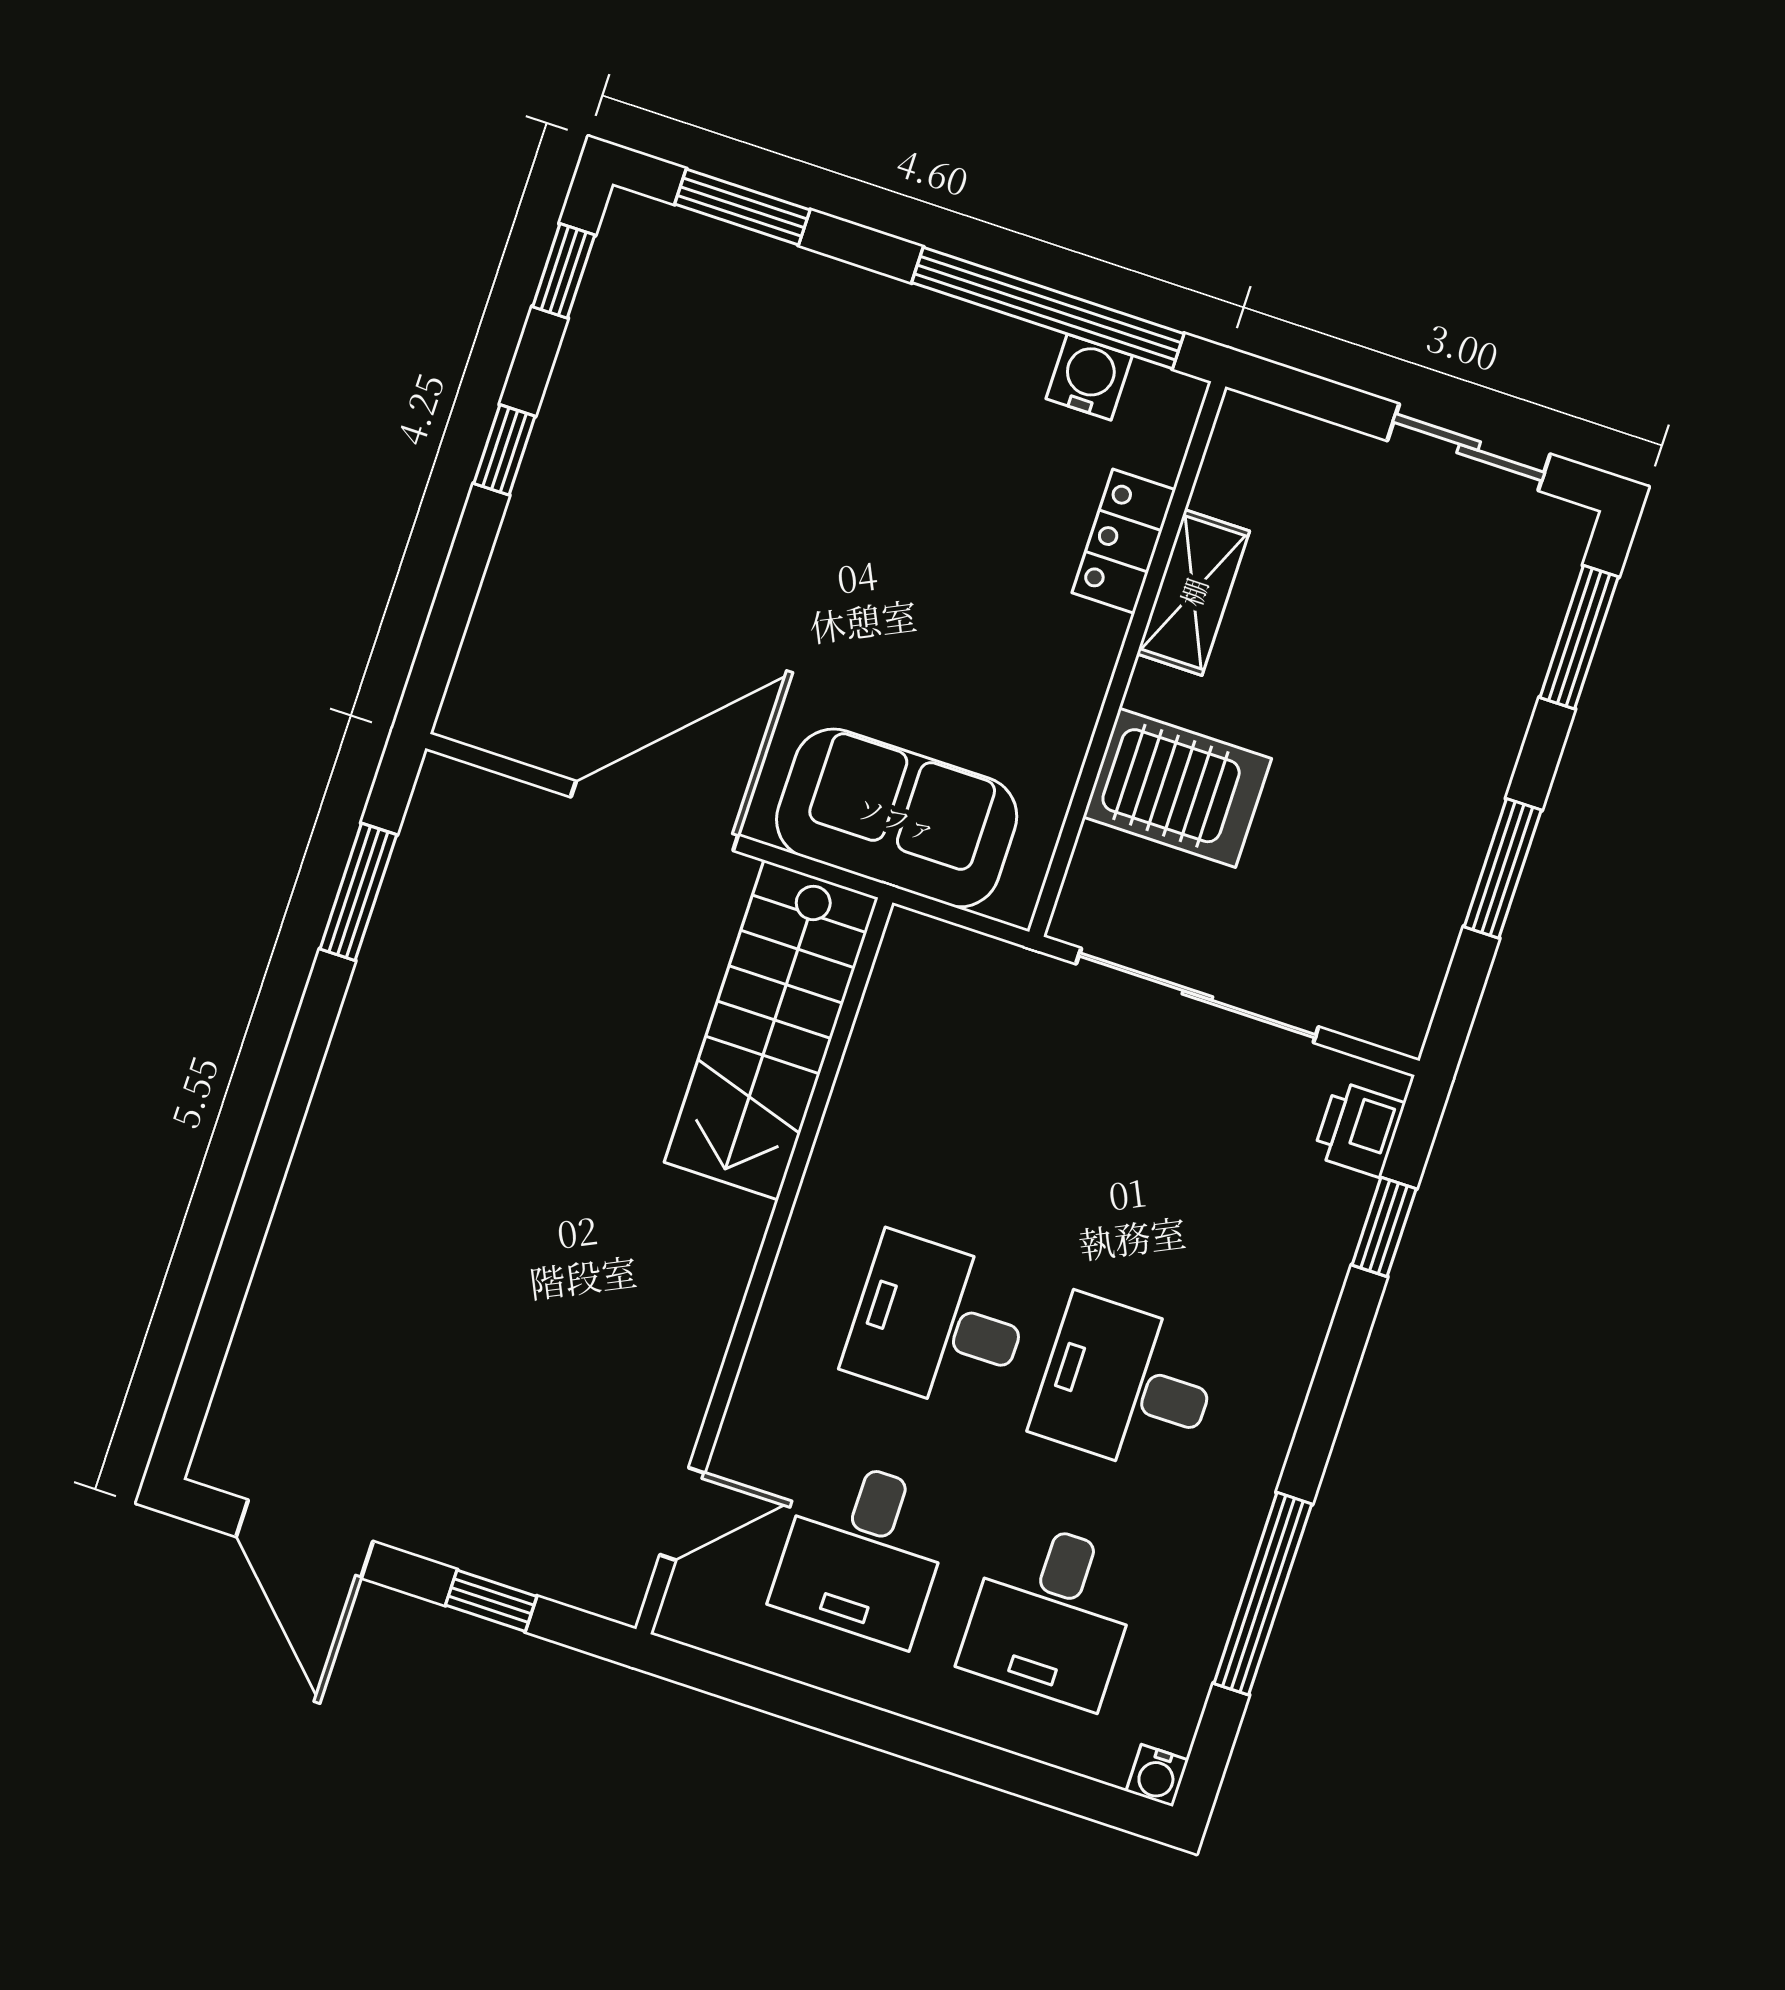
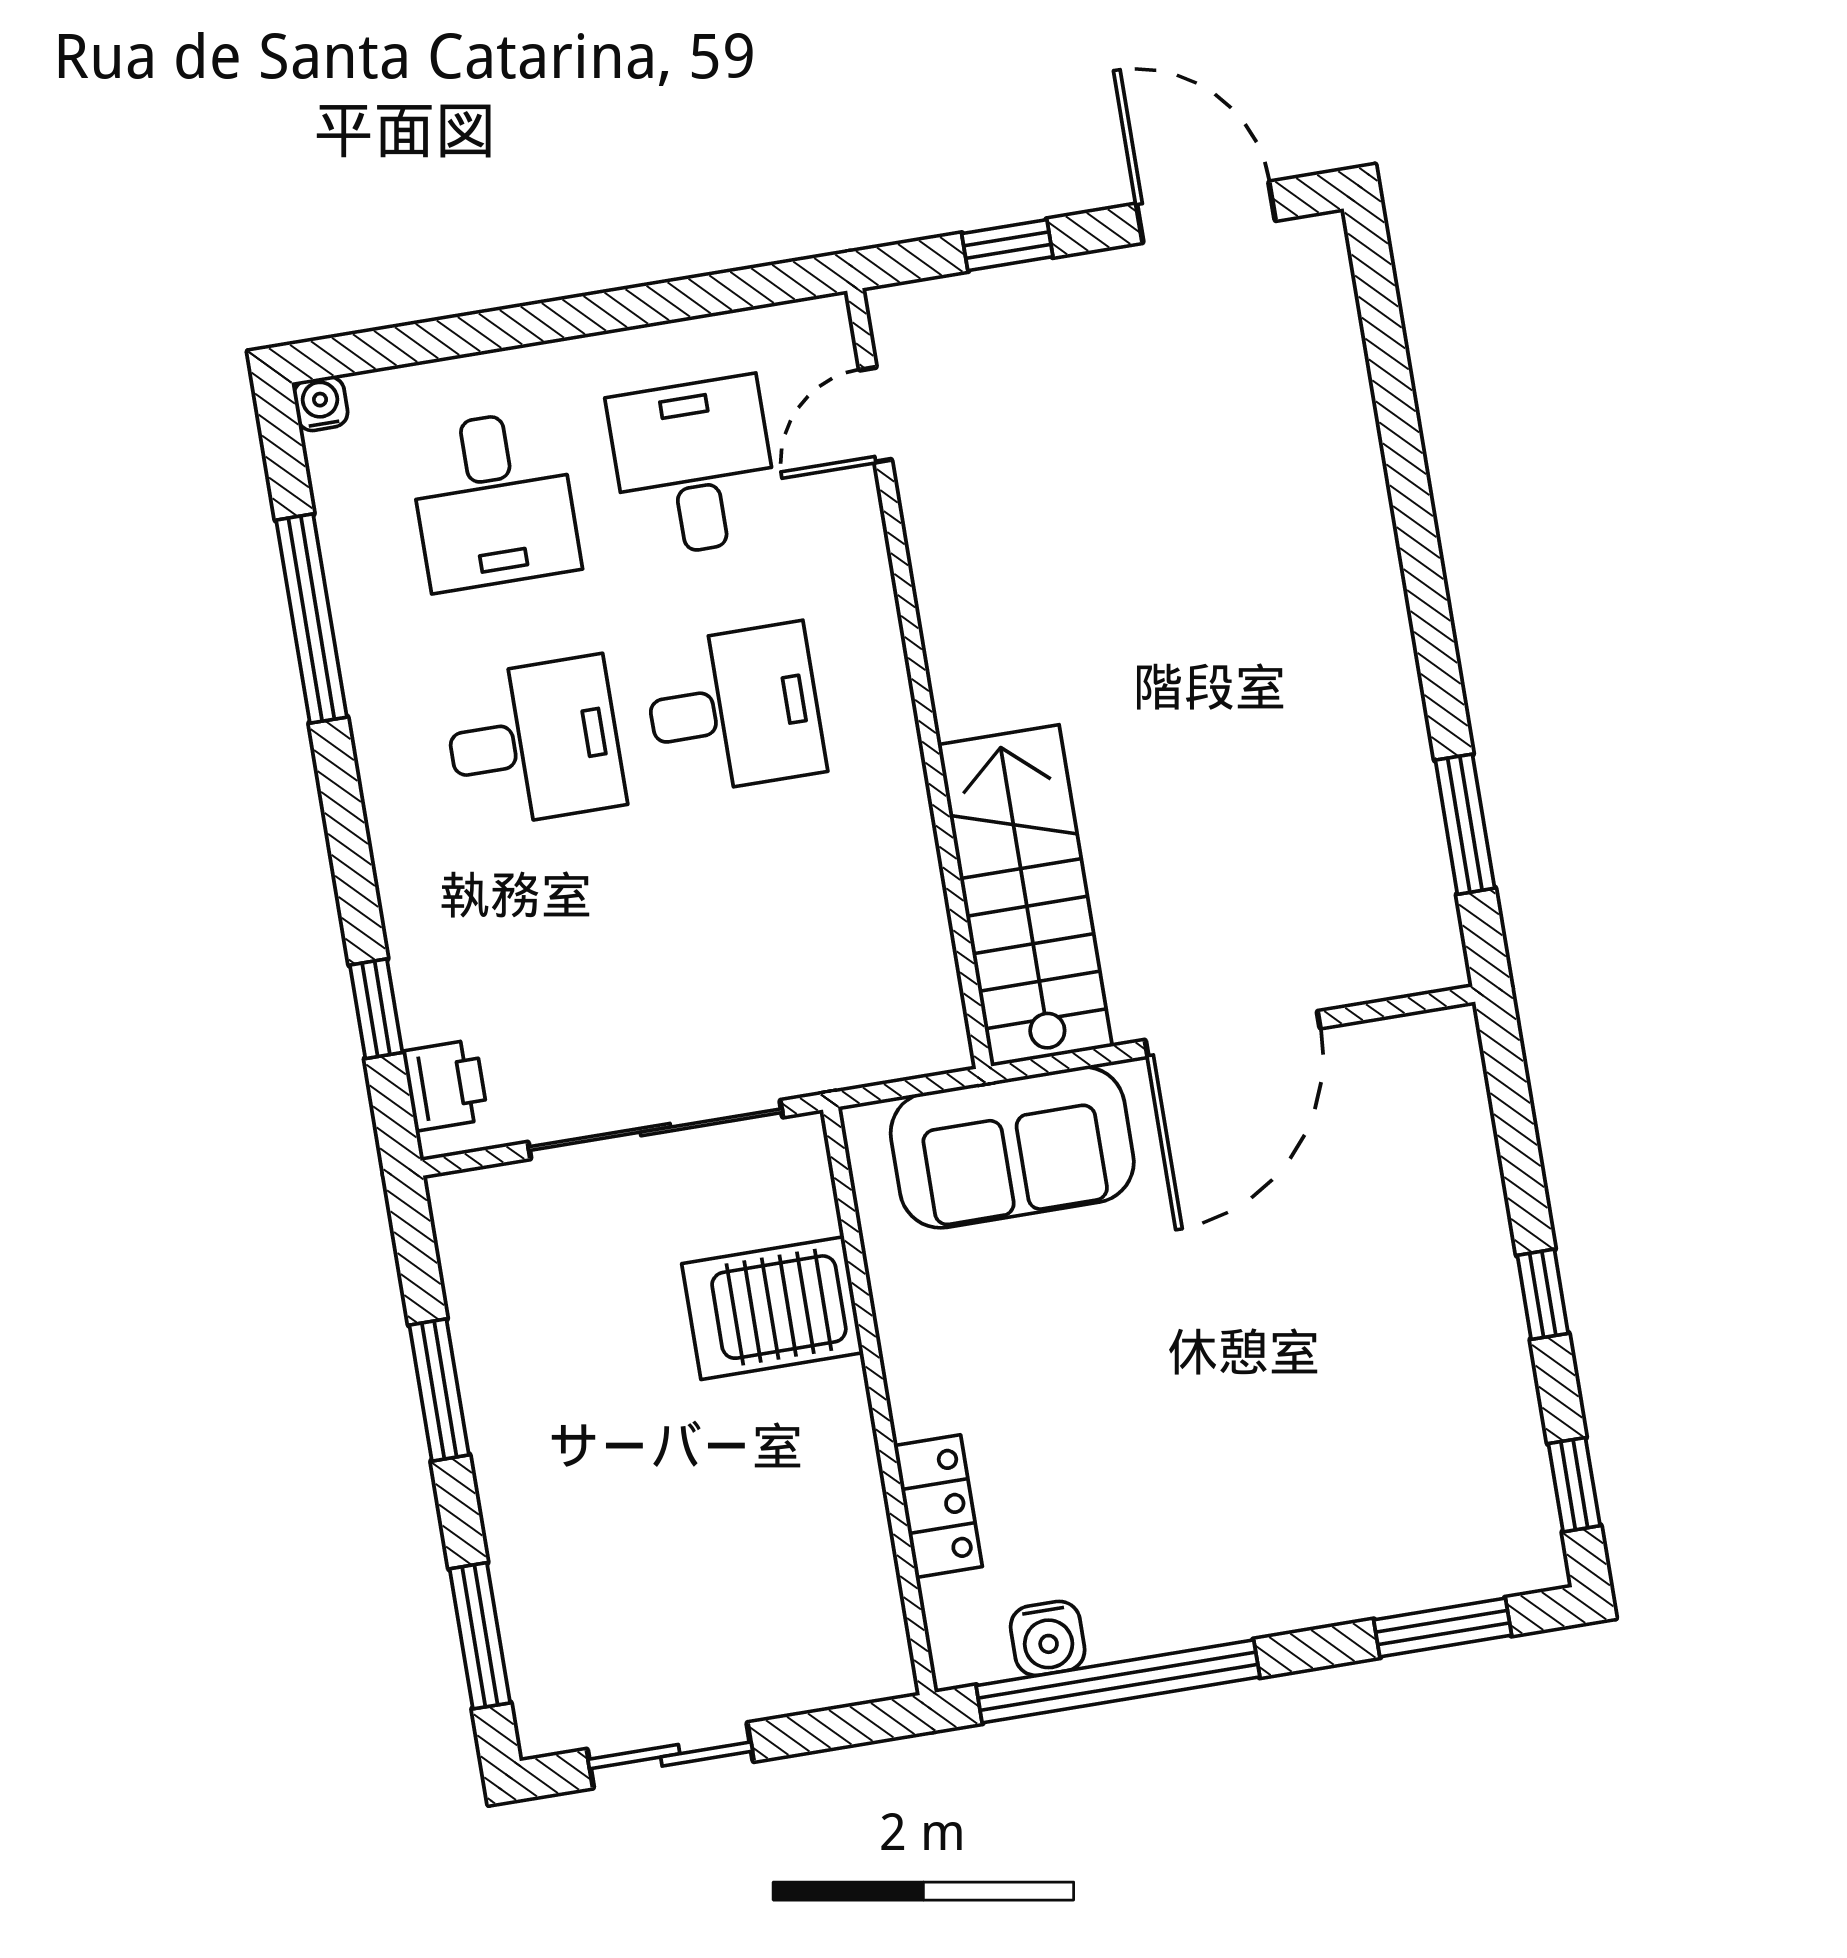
shelving: (1193, 592) -> (851, 1493), removed
desk: (1051, 1614) -> (494, 500), turned 180

